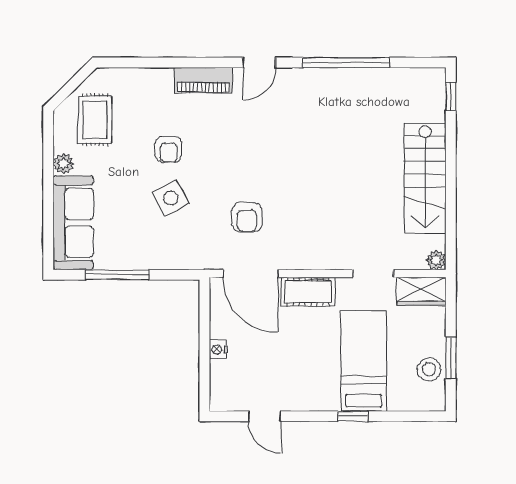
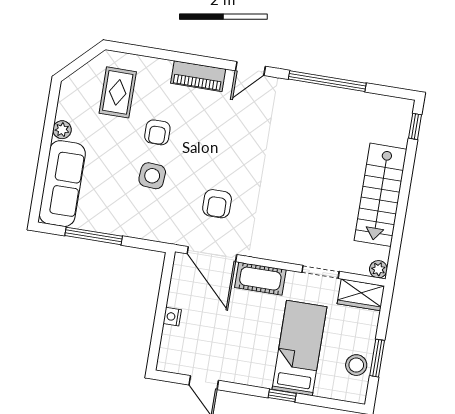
rug: (95, 120) -> (118, 92), moved
side table: (171, 198) -> (152, 176), turned 33

